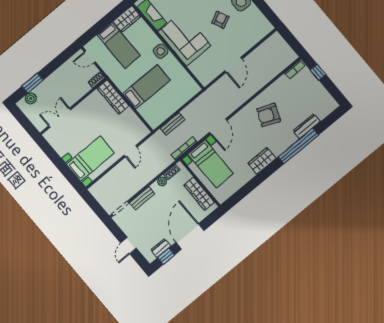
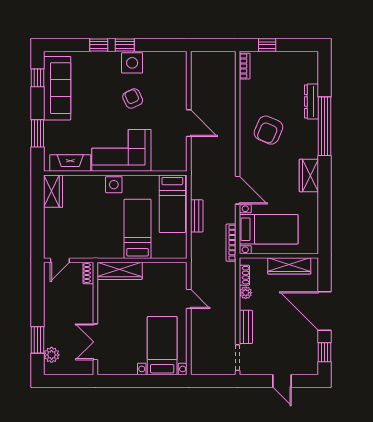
bed: (119, 45) -> (172, 204), moved, turned 90
bench: (173, 124) -> (197, 216), moved
dresser: (161, 248) -> (312, 350), removed

